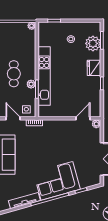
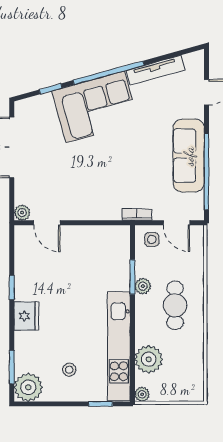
plant: (93, 43) -> (28, 387), moved
plant: (28, 45) -> (149, 359), added
kitchen unit: (44, 76) -> (119, 346), moved
door: (83, 118) -> (47, 223), hinge flipped

